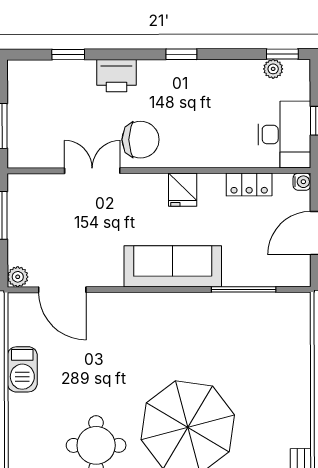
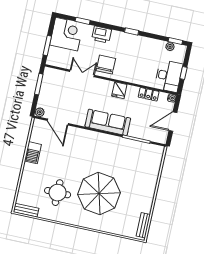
corner desk: (39, 92) -> (67, 34), added
chair: (141, 140) -> (106, 65), turned -90

